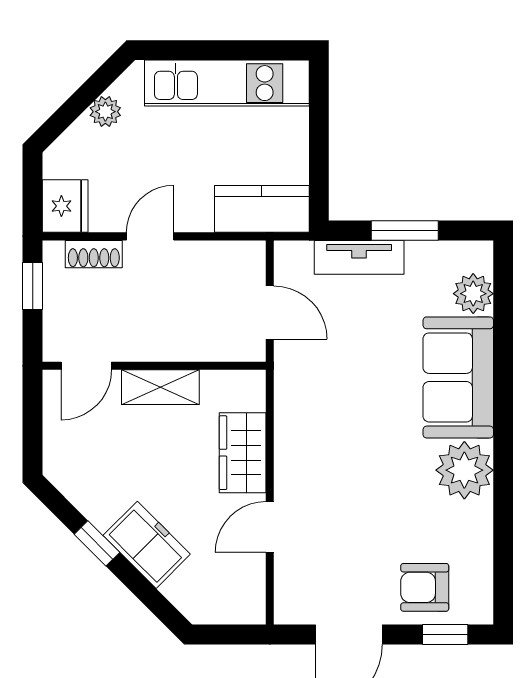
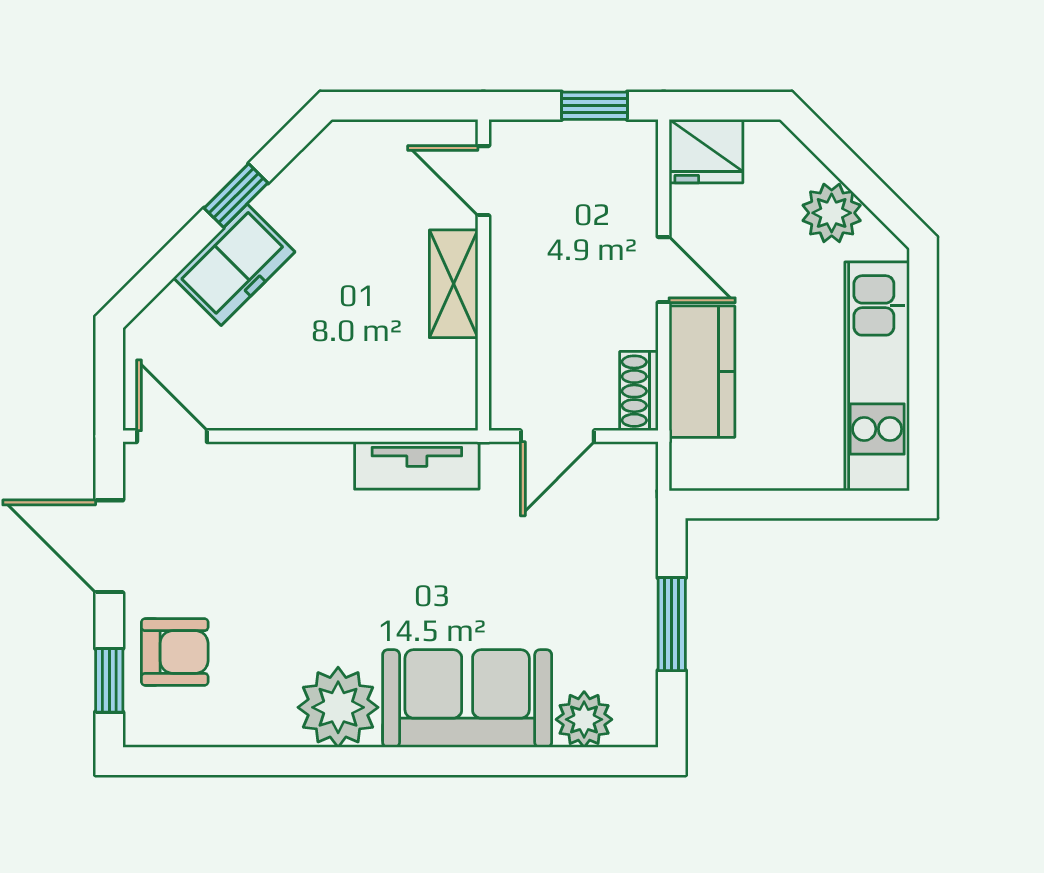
plant: (105, 112) -> (832, 213), width x1.38, depth x1.38
kitchen counter: (262, 209) -> (702, 372), moved
shoe rack: (94, 254) -> (639, 391), moved
tv unit: (359, 257) -> (417, 465), moved, turned -90
wardrobe: (243, 453) -> (362, 398), removed
door: (270, 527) -> (172, 436), moved
armchair: (425, 587) -> (175, 652), turned 90

